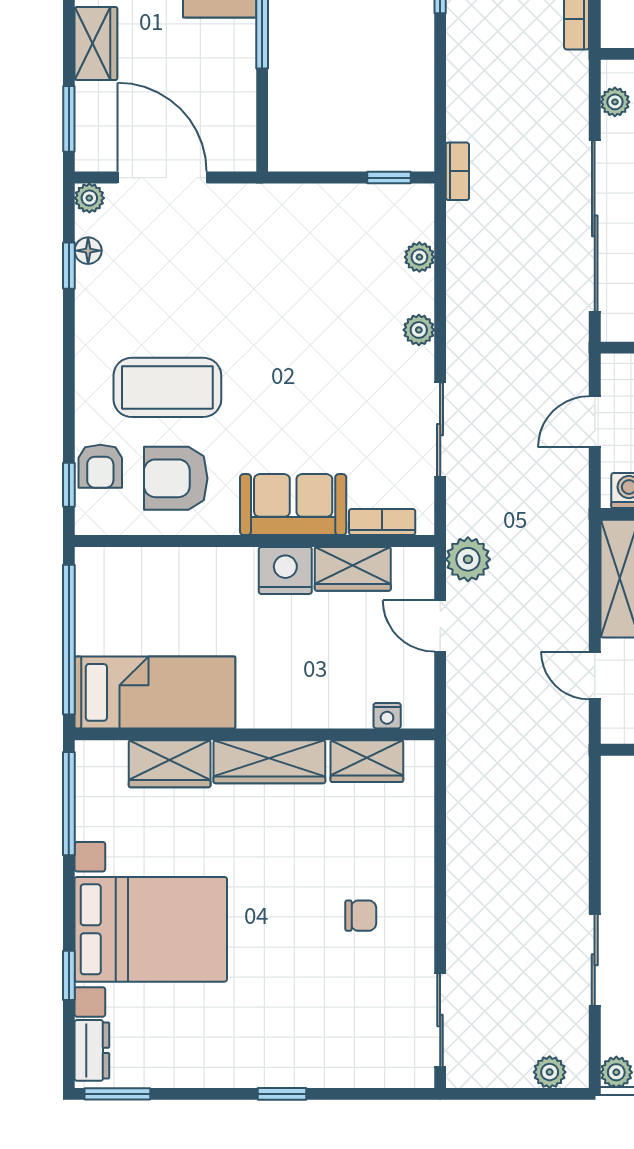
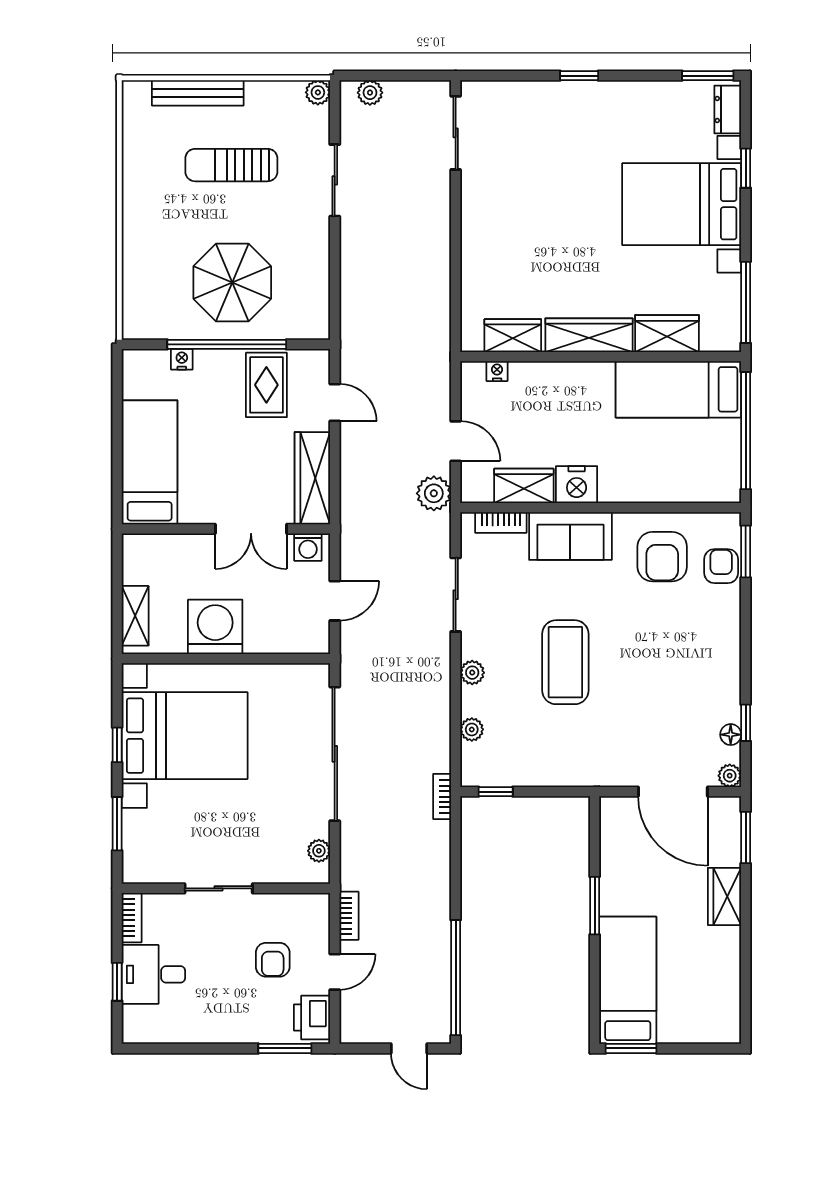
coffee table: (167, 387) -> (565, 662), moved, turned 90
armchair: (176, 478) -> (662, 557), turned 90
window: (69, 485) -> (746, 552), width x1.50
chair: (361, 916) -> (518, 215), removed

